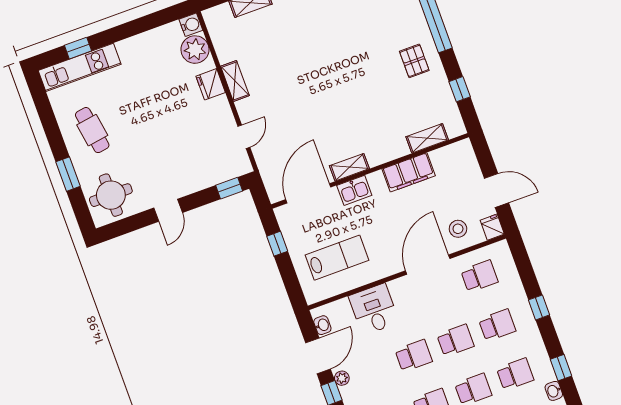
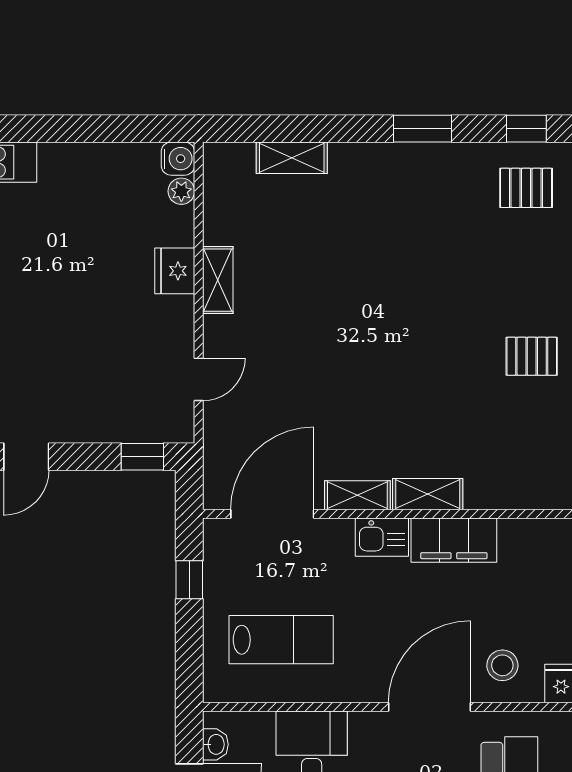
plant: (195, 50) -> (181, 191), width x0.53, depth x0.53
pallet: (414, 61) -> (532, 356), turned 90
shelving: (427, 138) -> (428, 494), moved
kitchen sink: (354, 190) -> (382, 537), moved

